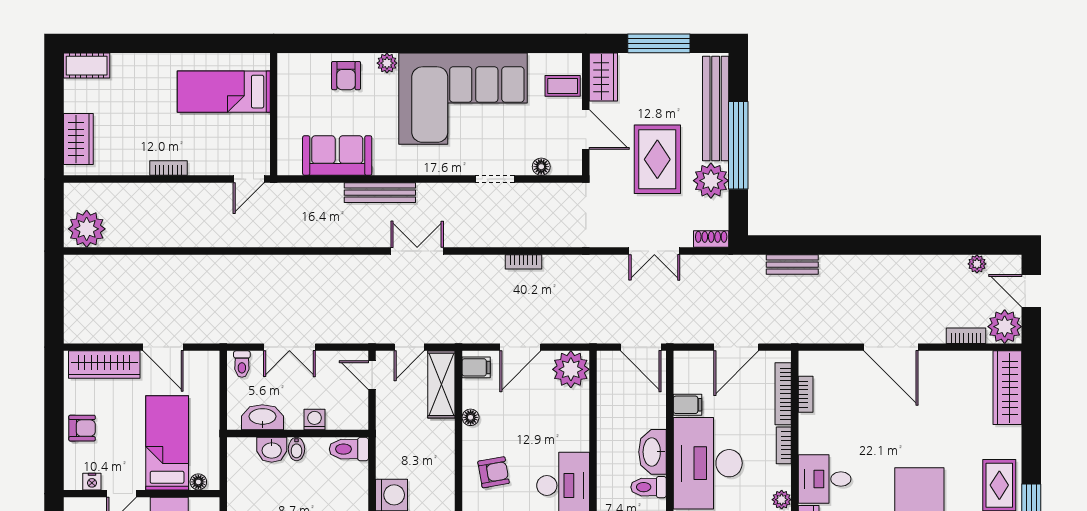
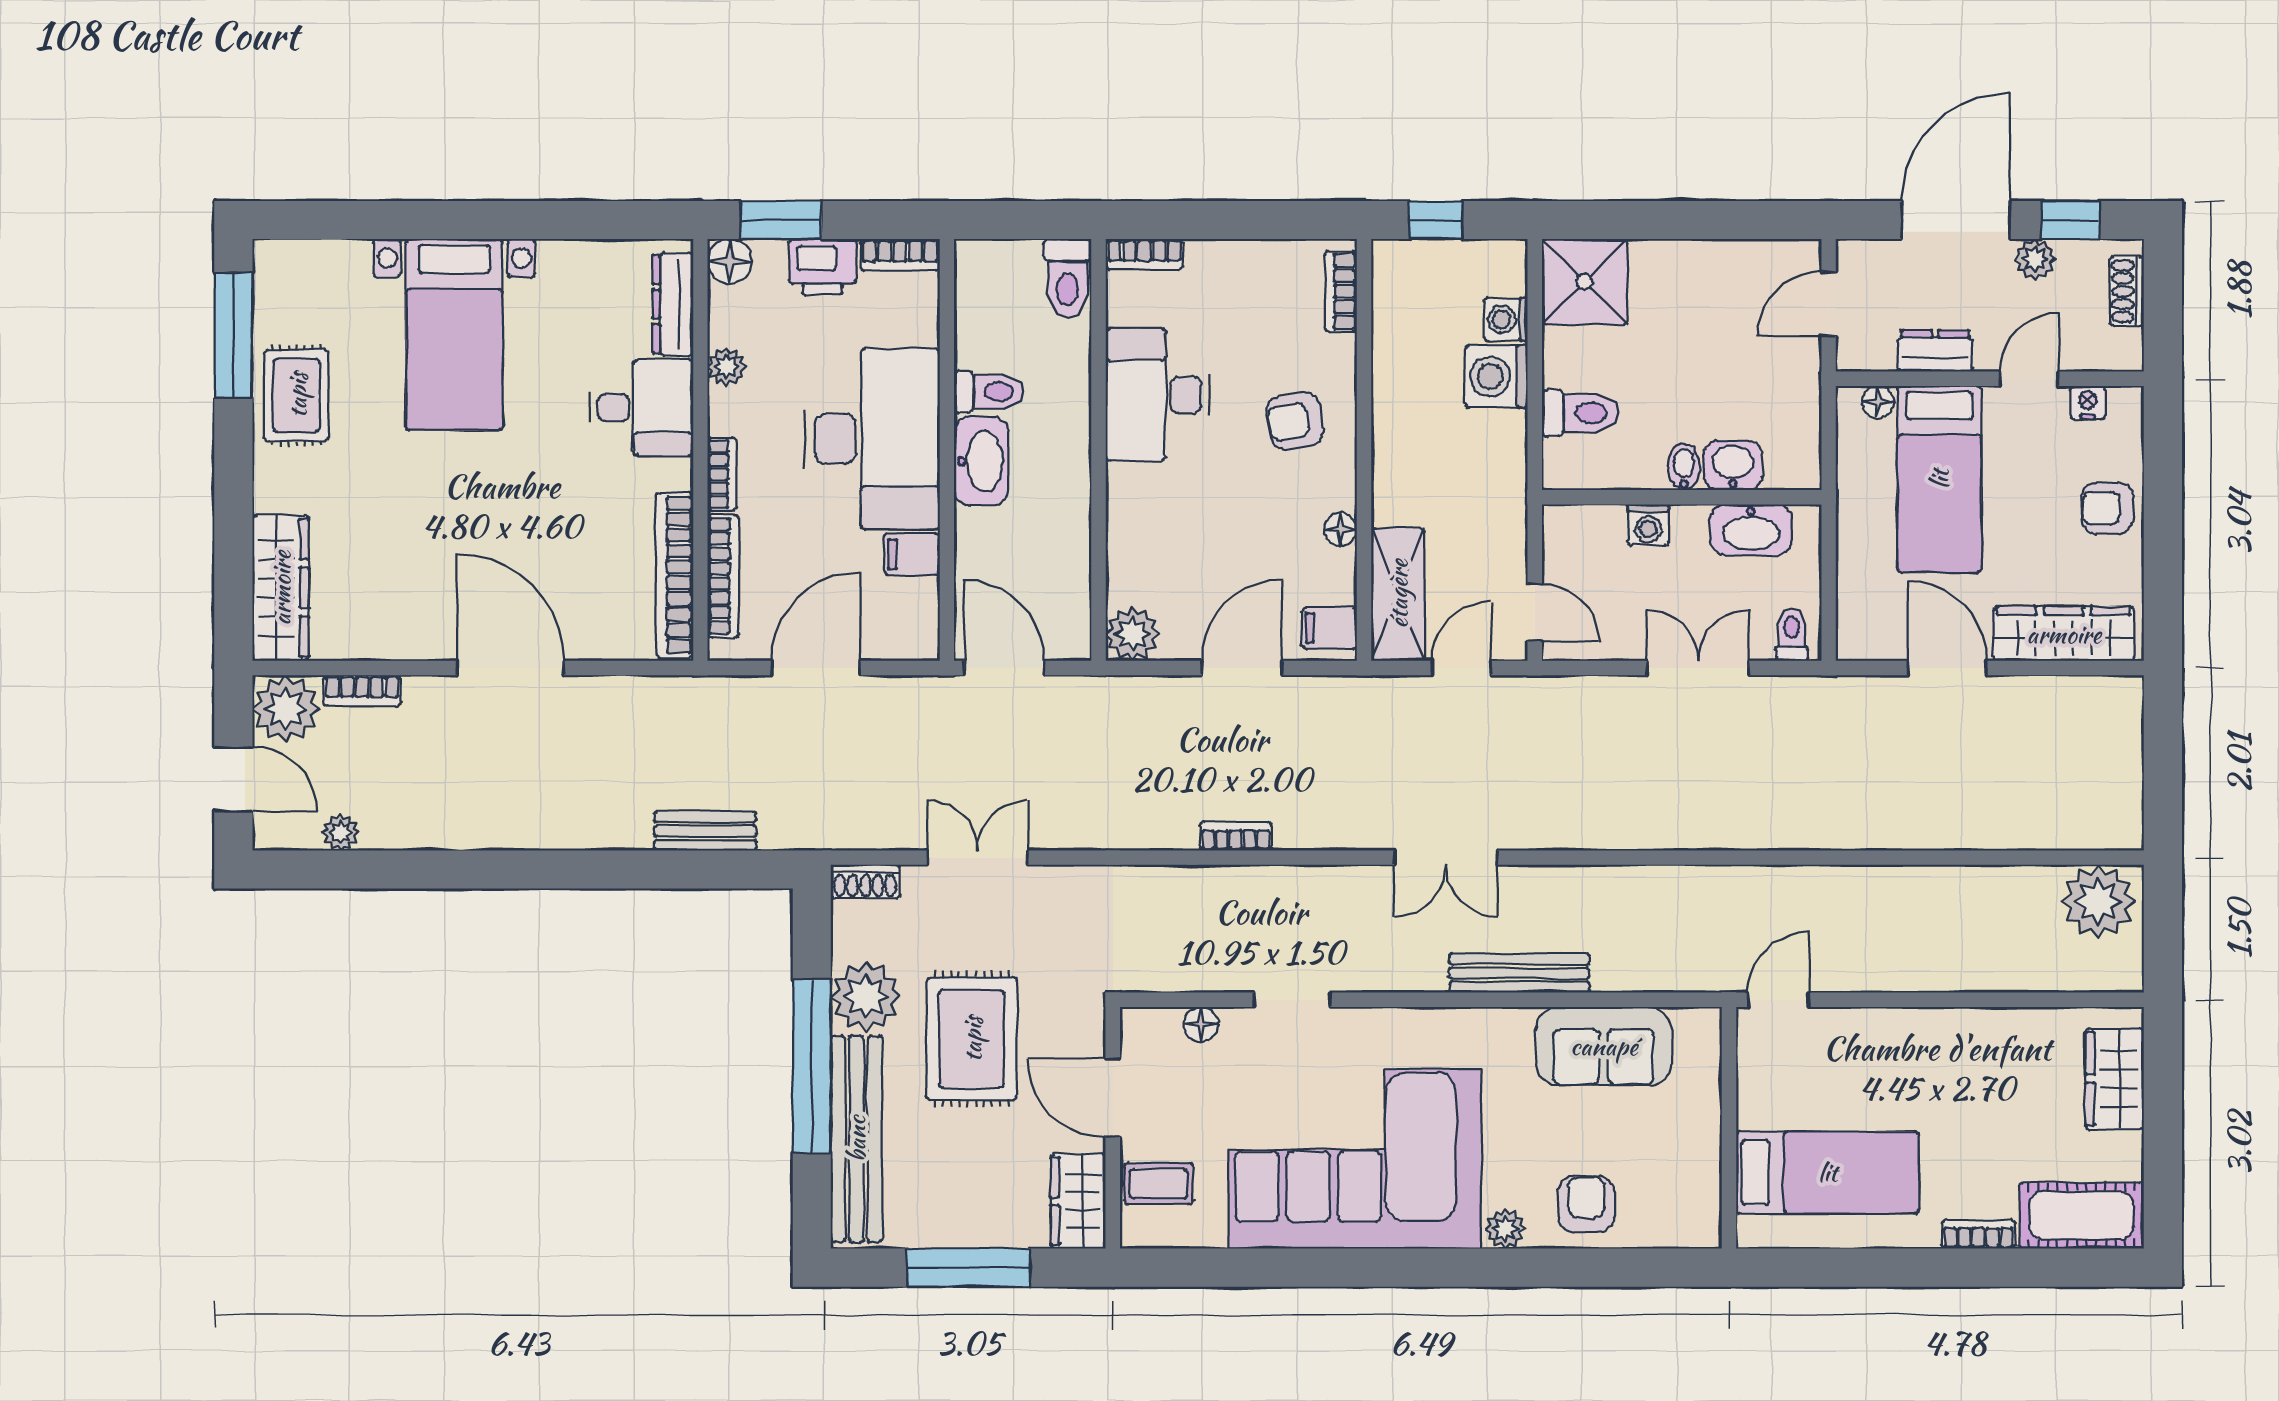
cot: (87, 66) -> (2081, 1216), width x1.37, depth x1.34
bookcase: (168, 168) -> (1978, 1234), moved, turned 180
plant: (571, 369) -> (1133, 634), width x0.73, depth x0.73
bookcase: (806, 394) -> (675, 575), width x2.31, depth x1.31
toilet: (349, 449) -> (1580, 413), moved

